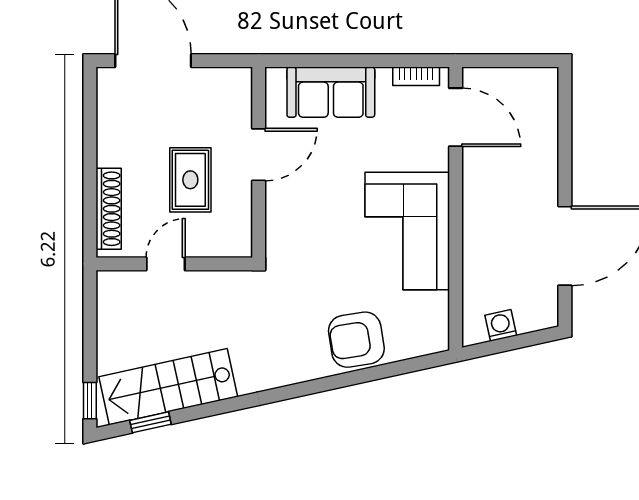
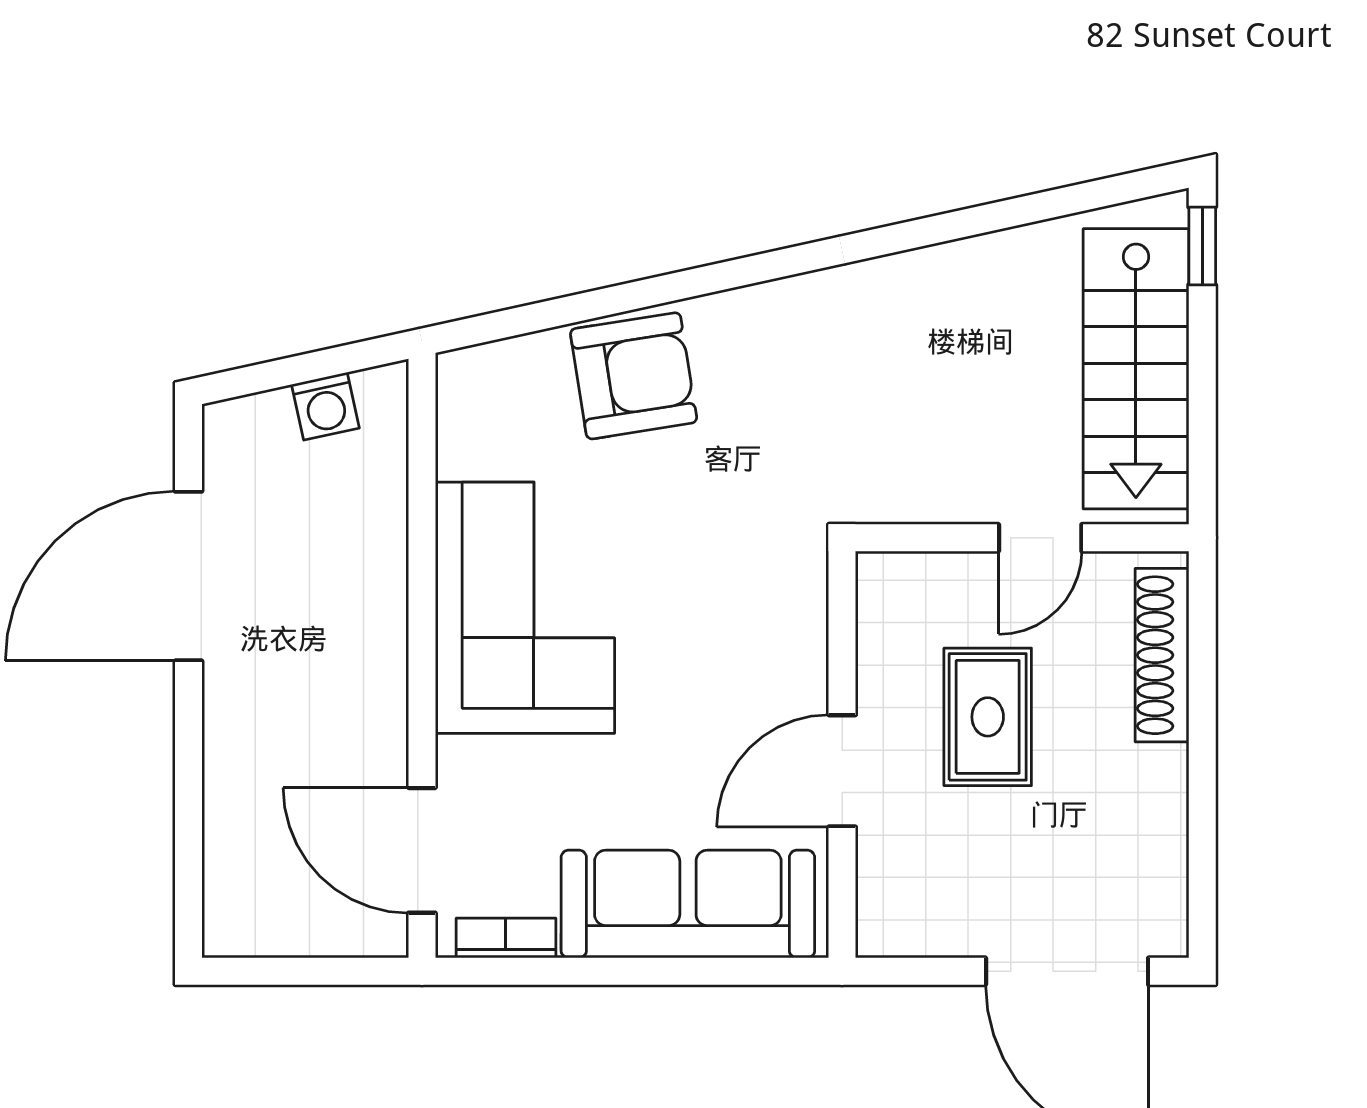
sofa: (331, 92) -> (688, 904), width x1.36
stairs: (168, 387) -> (1136, 369), moved, turned 102
window: (150, 422) -> (1073, 199), removed

